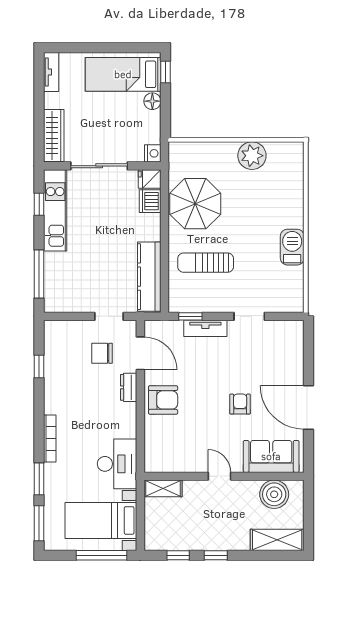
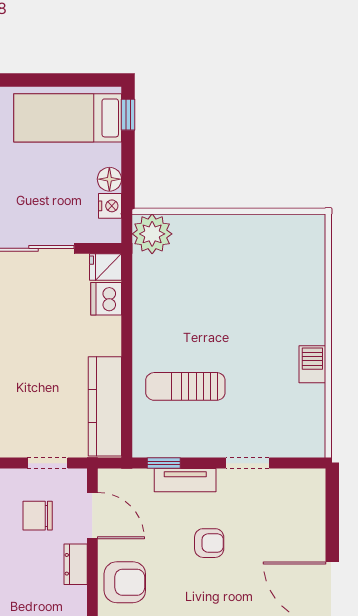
floor lamp: (152, 101) -> (109, 179), moved
nightstand: (153, 153) -> (110, 206), moved
plant: (252, 156) -> (152, 234), moved
parasol: (195, 204) -> (171, 302), removed
barbecue: (292, 247) -> (312, 364), width x0.73, depth x0.79
armchair: (240, 404) -> (209, 543), moved, turned 90

